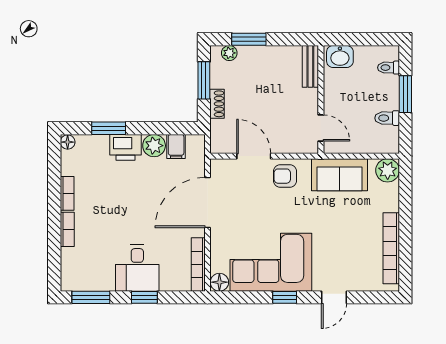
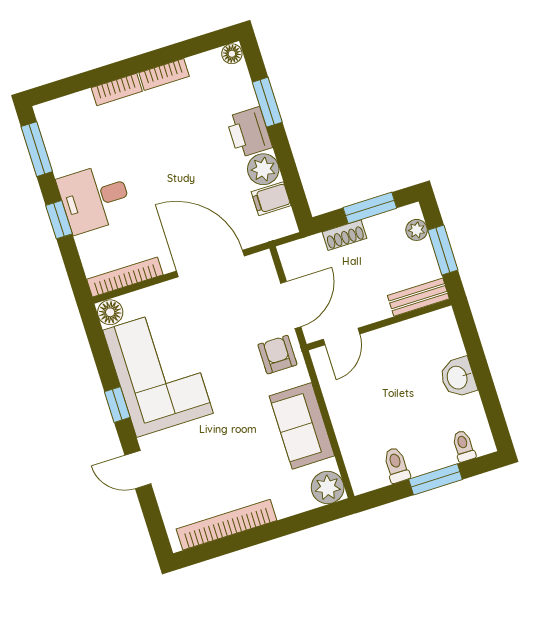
bench: (310, 66) -> (418, 297), moved
wall: (321, 100) -> (379, 325), moved
door: (321, 128) -> (341, 337), moved

